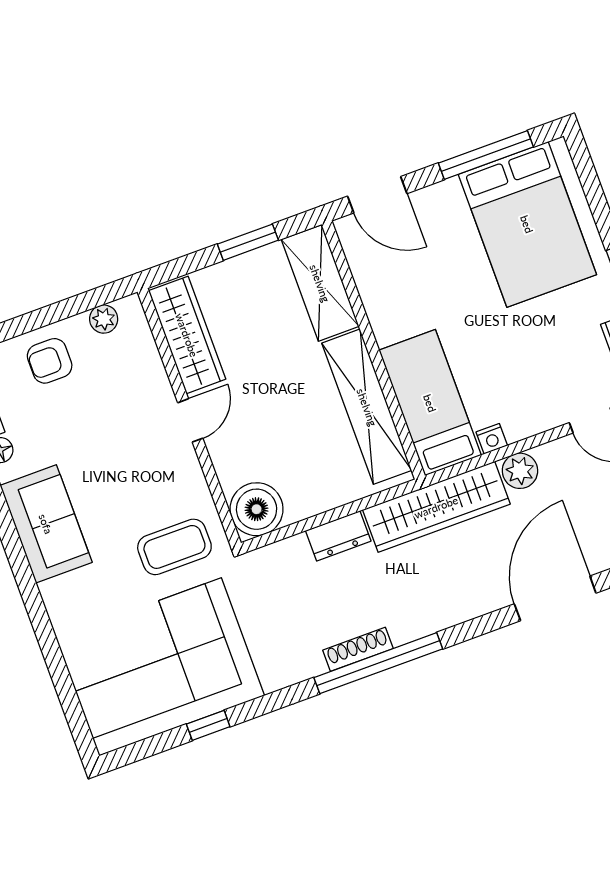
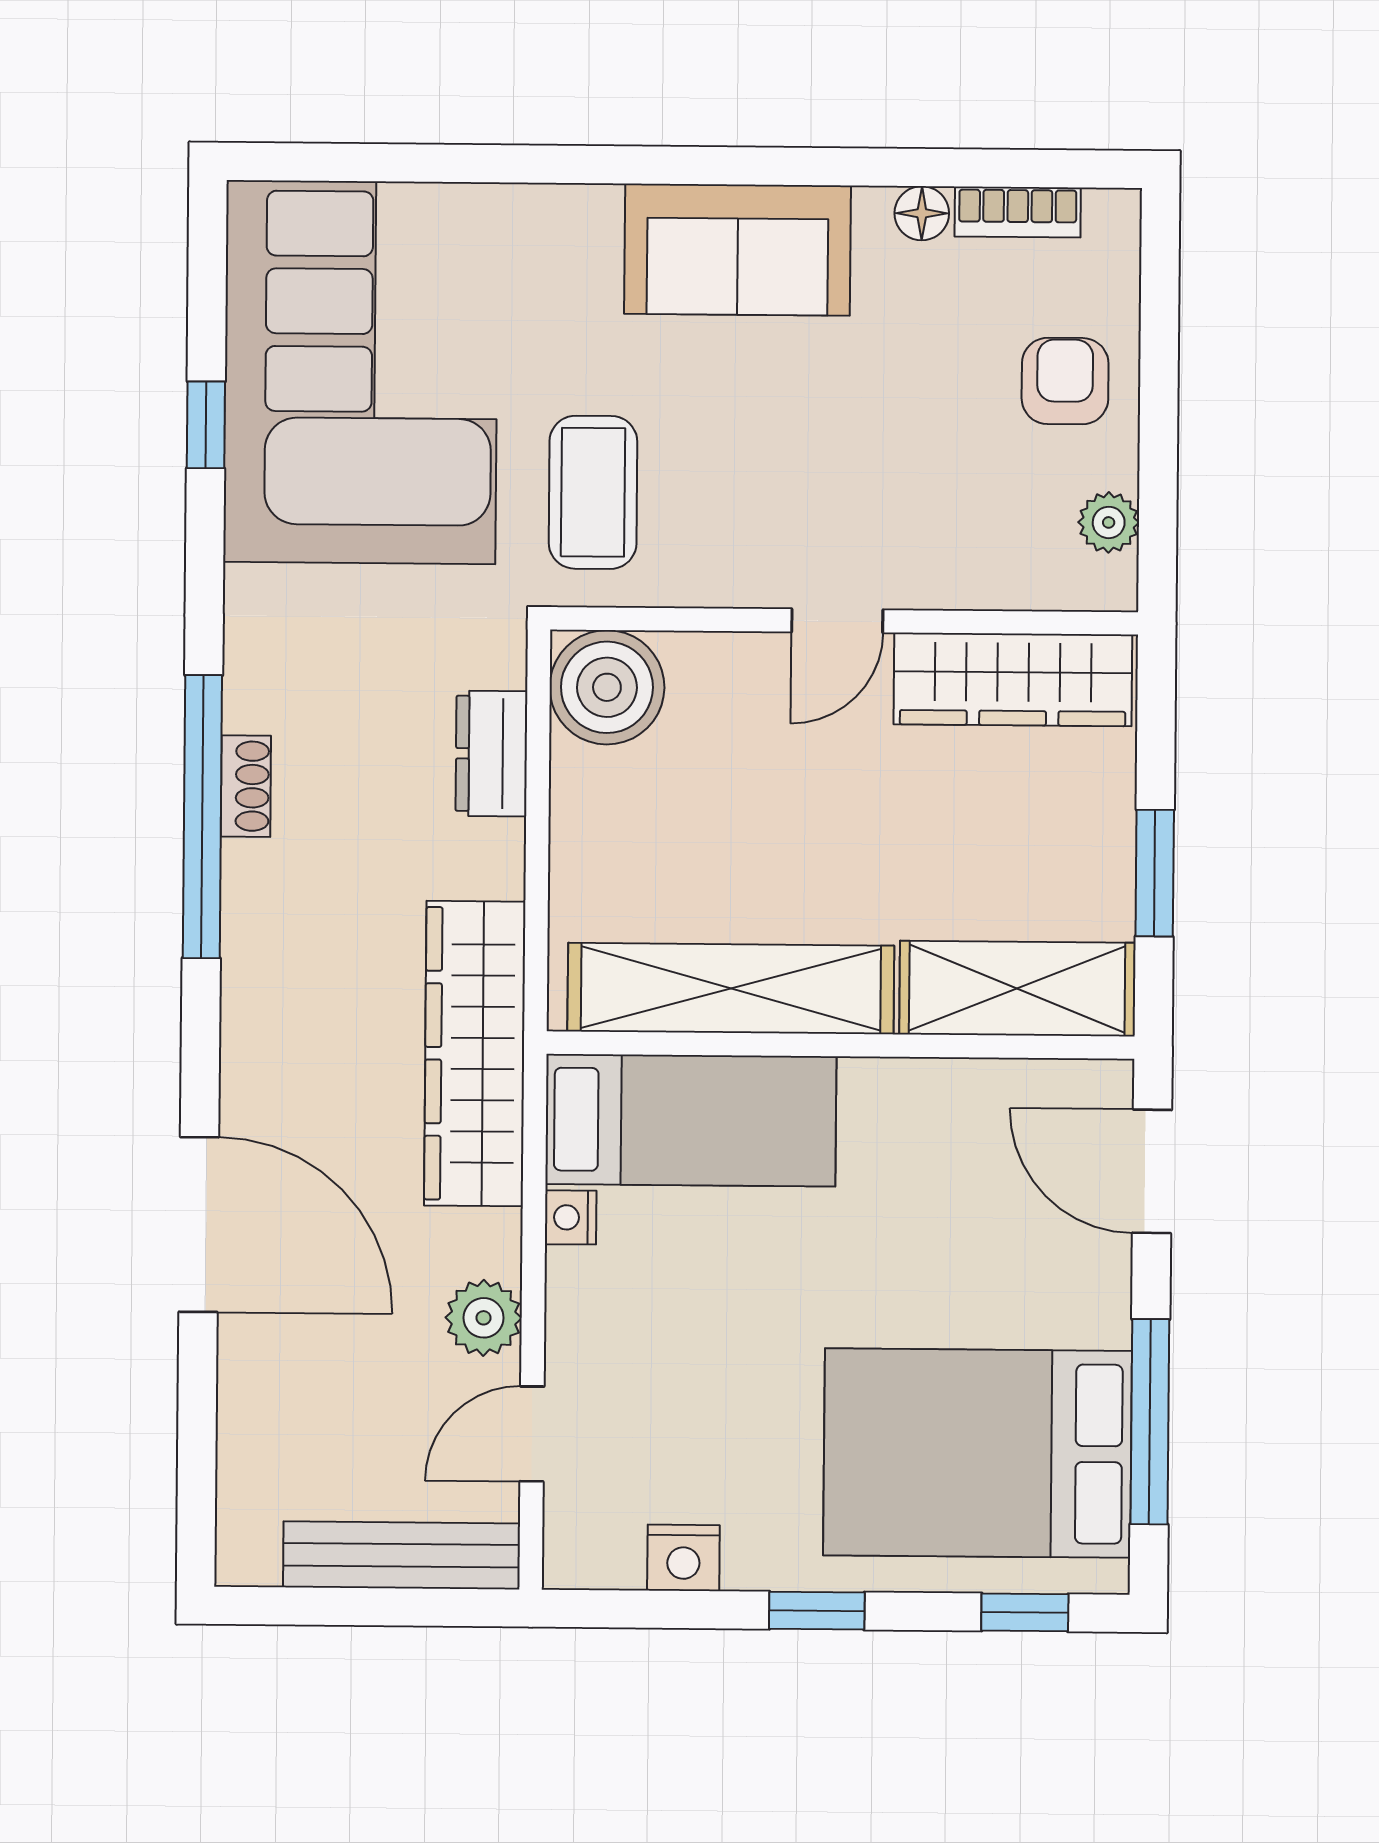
window: (589, 178) -> (1025, 1612), added
door: (377, 195) -> (1152, 1171), hinge flipped
door: (190, 420) -> (837, 621), hinge flipped
plant: (520, 471) -> (484, 1318), moved
dresser: (338, 536) -> (491, 754), moved
shoe rack: (358, 649) -> (246, 786), width x0.70

